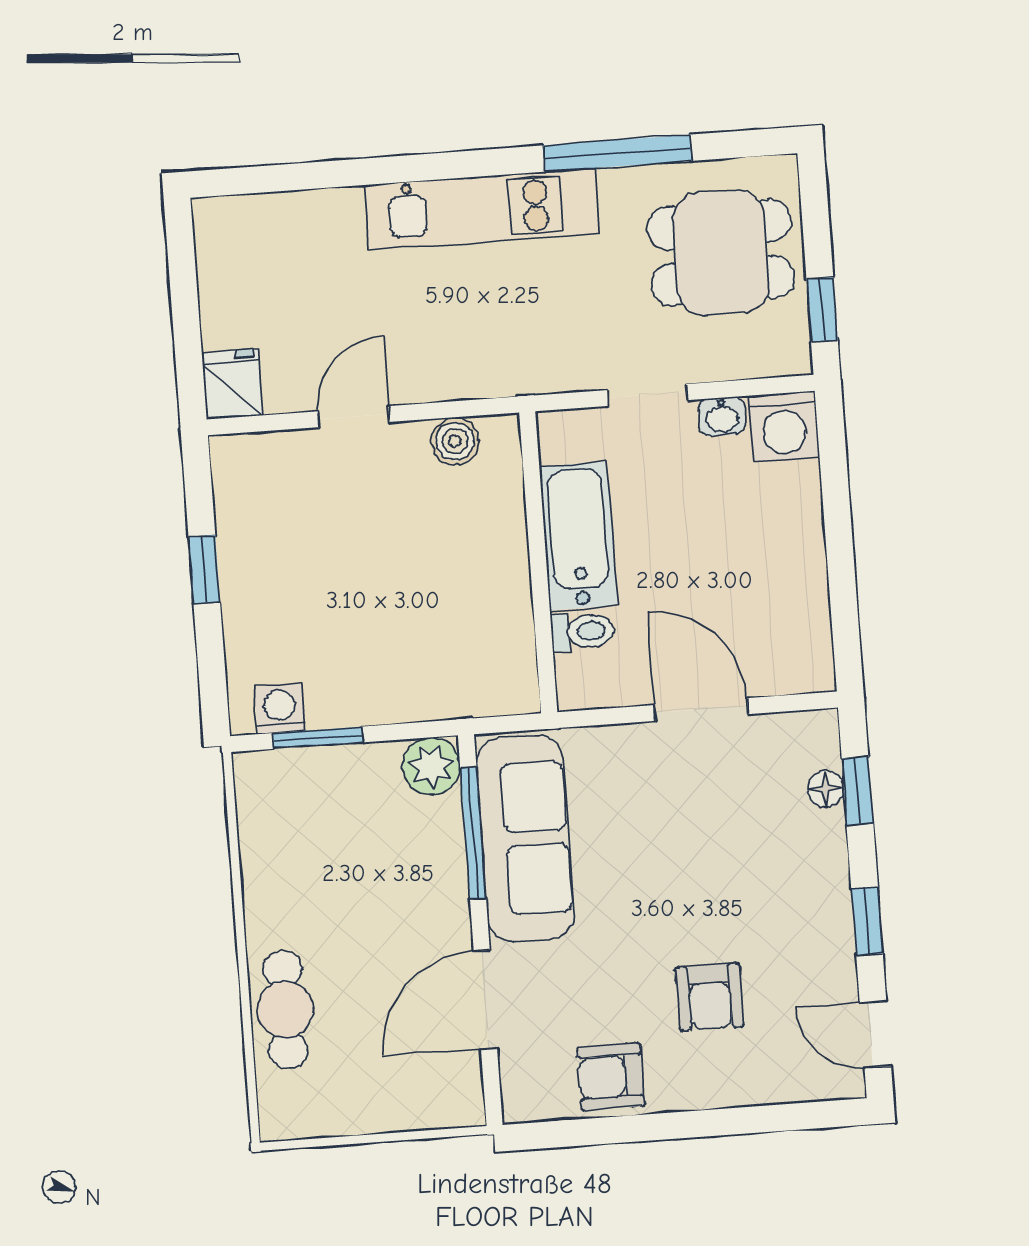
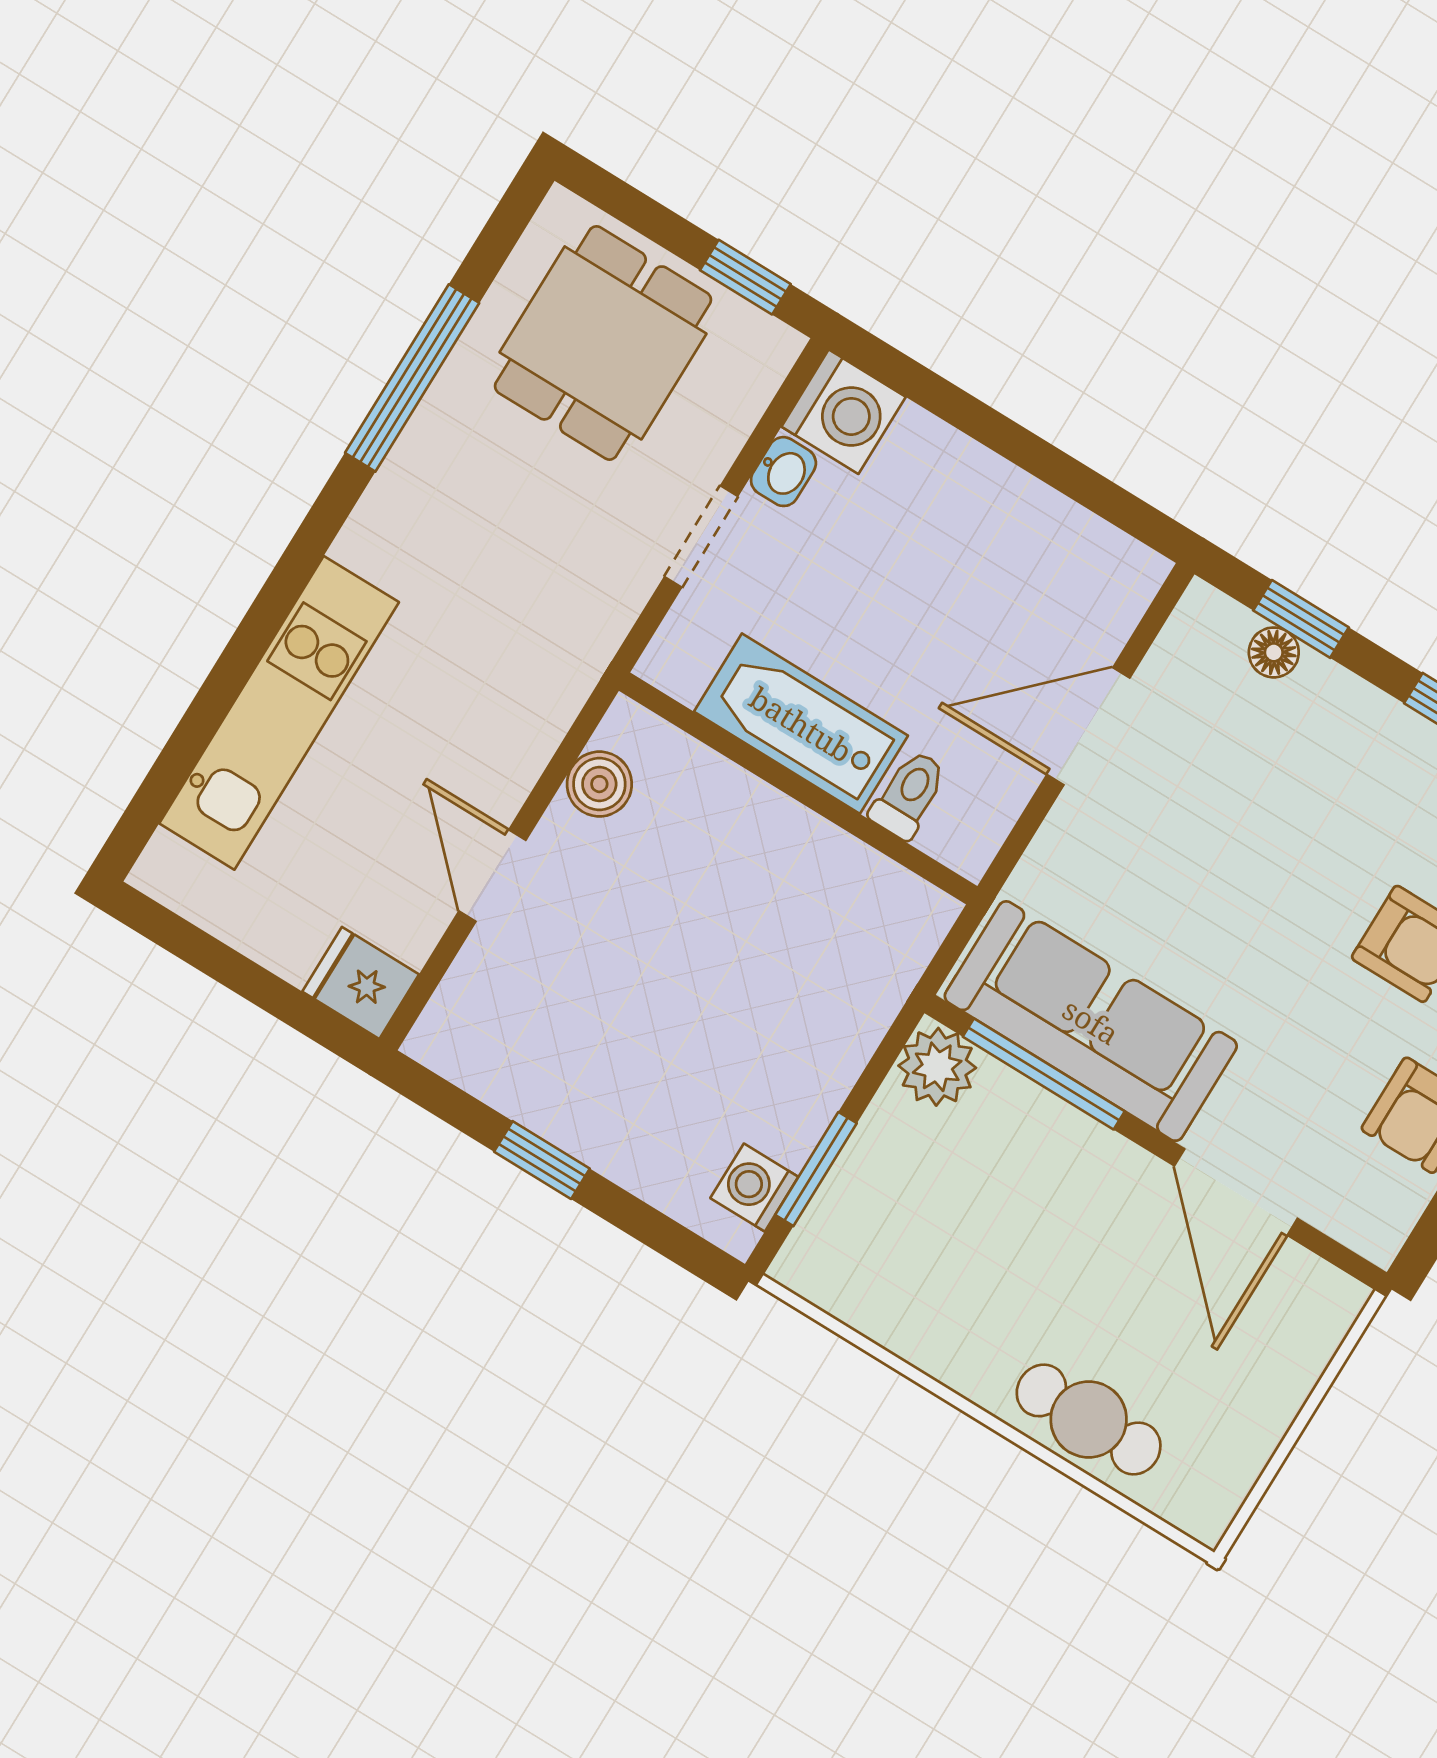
kitchen unit: (482, 209) -> (279, 713), moved

